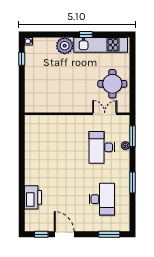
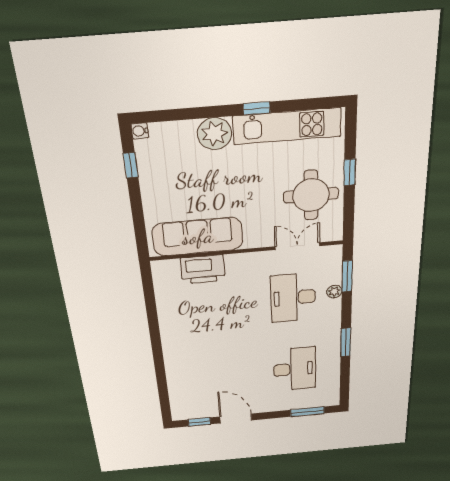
window: (132, 73) -> (350, 172), added
sofa: (51, 103) -> (198, 237), added
printer: (33, 197) -> (203, 269), moved, turned 90

